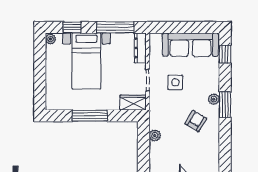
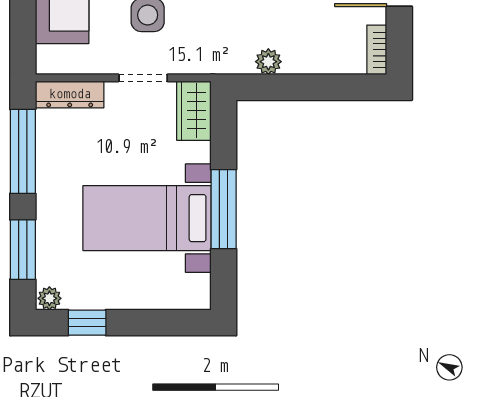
window: (72, 27) -> (23, 250), width x1.50
window: (40, 56) -> (87, 323), added
bed with nightstands: (86, 61) -> (147, 218), moved, turned 180

